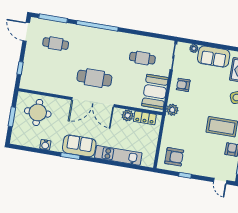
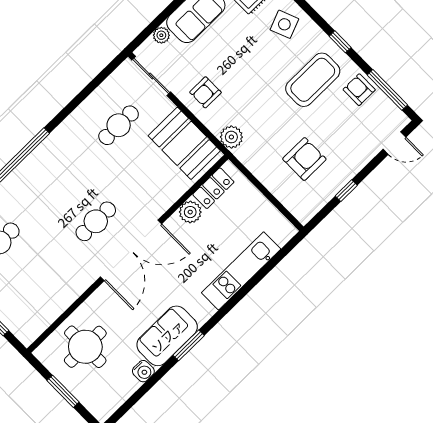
cafe table: (94, 78) -> (96, 221), width x0.73, depth x0.74
sofa: (79, 146) -> (167, 336), moved
armchair: (174, 157) -> (304, 159), moved

